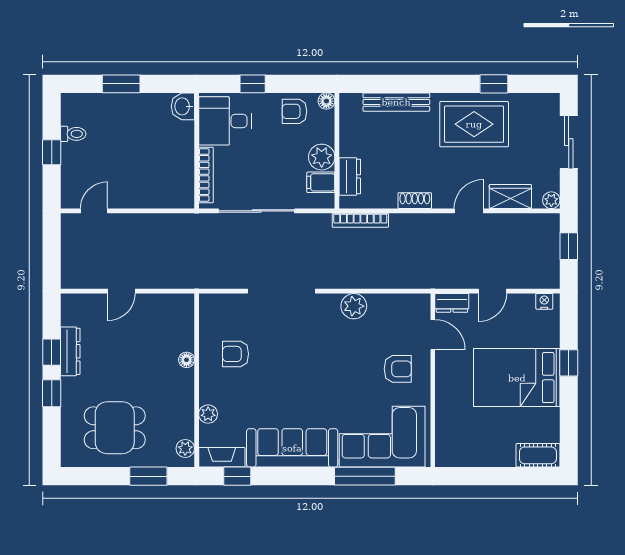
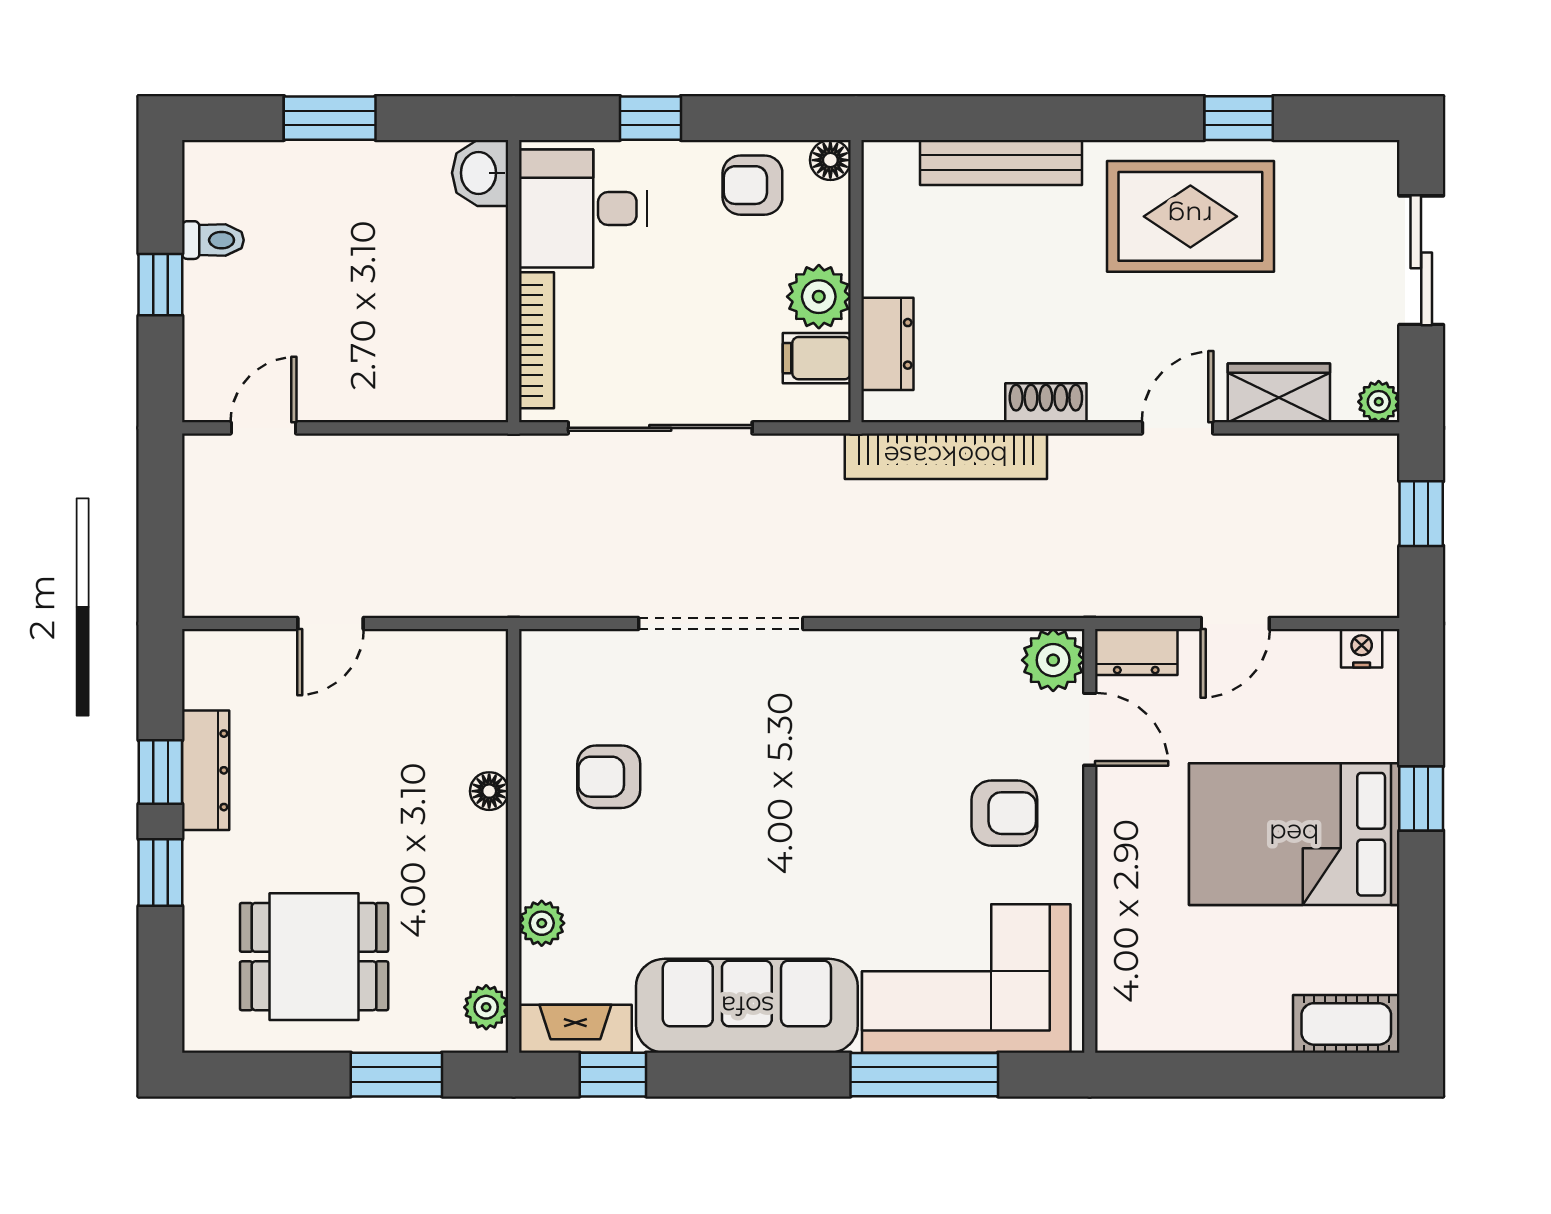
bookcase: (360, 220) -> (946, 456), width x1.48, depth x1.31
plant: (354, 306) -> (1053, 660), moved

